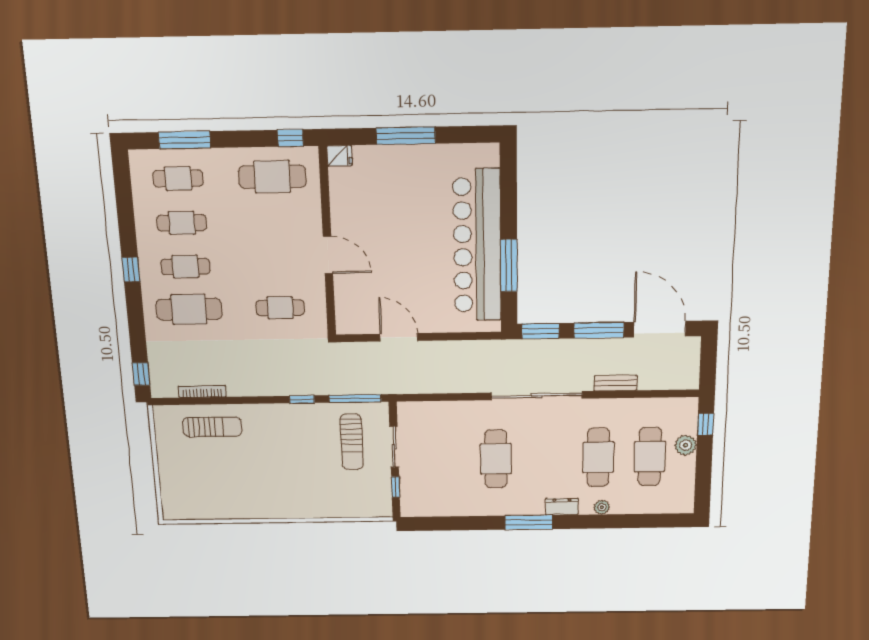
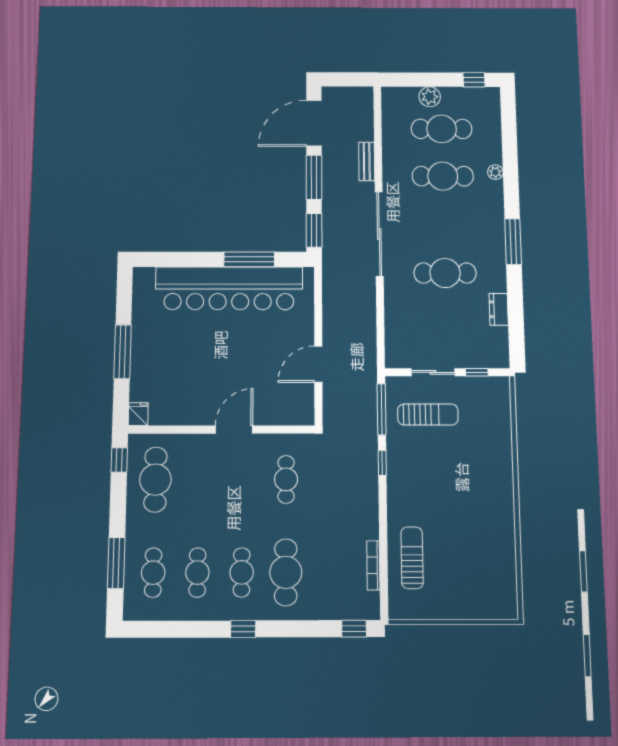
window: (706, 424) -> (474, 80), moved
dresser: (562, 507) -> (499, 309), moved

